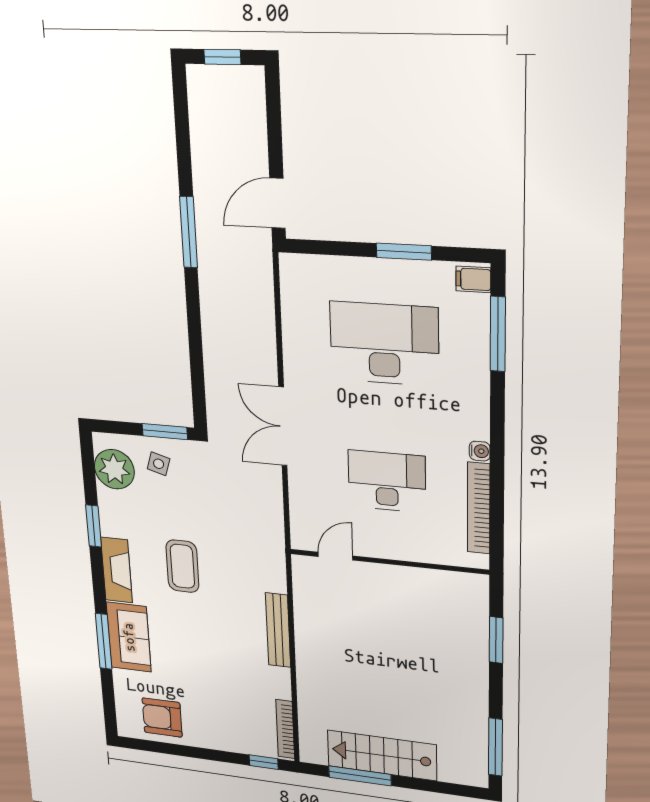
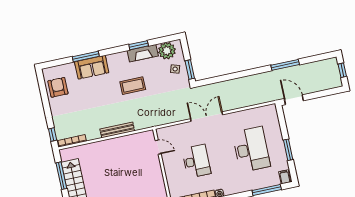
window: (189, 232) -> (285, 65), moved
fireplace: (117, 570) -> (143, 53), moved

